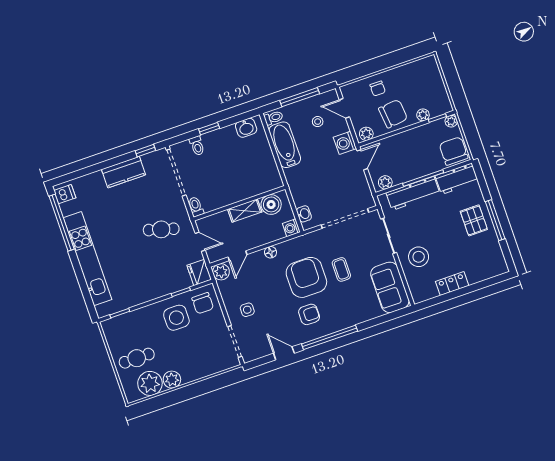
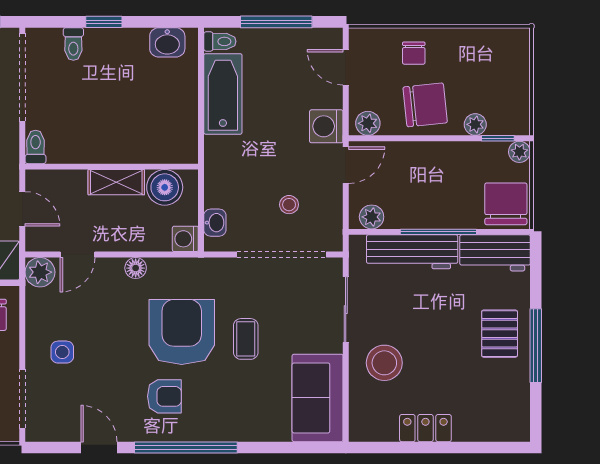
stool: (318, 122) -> (289, 205), moved

